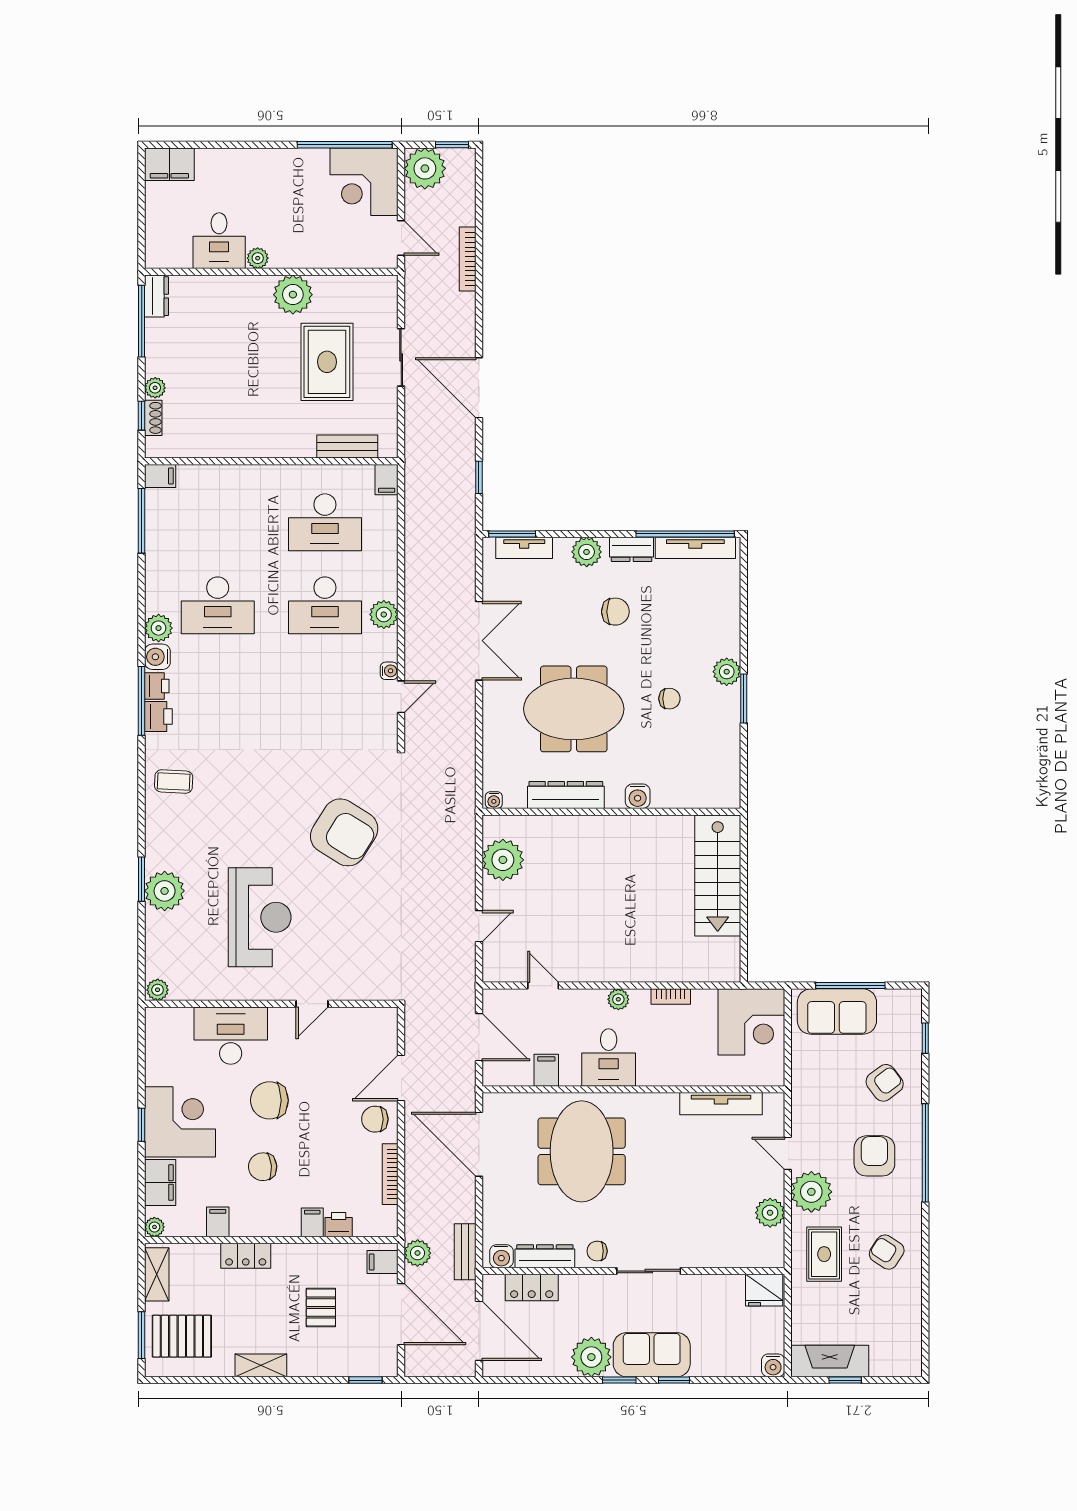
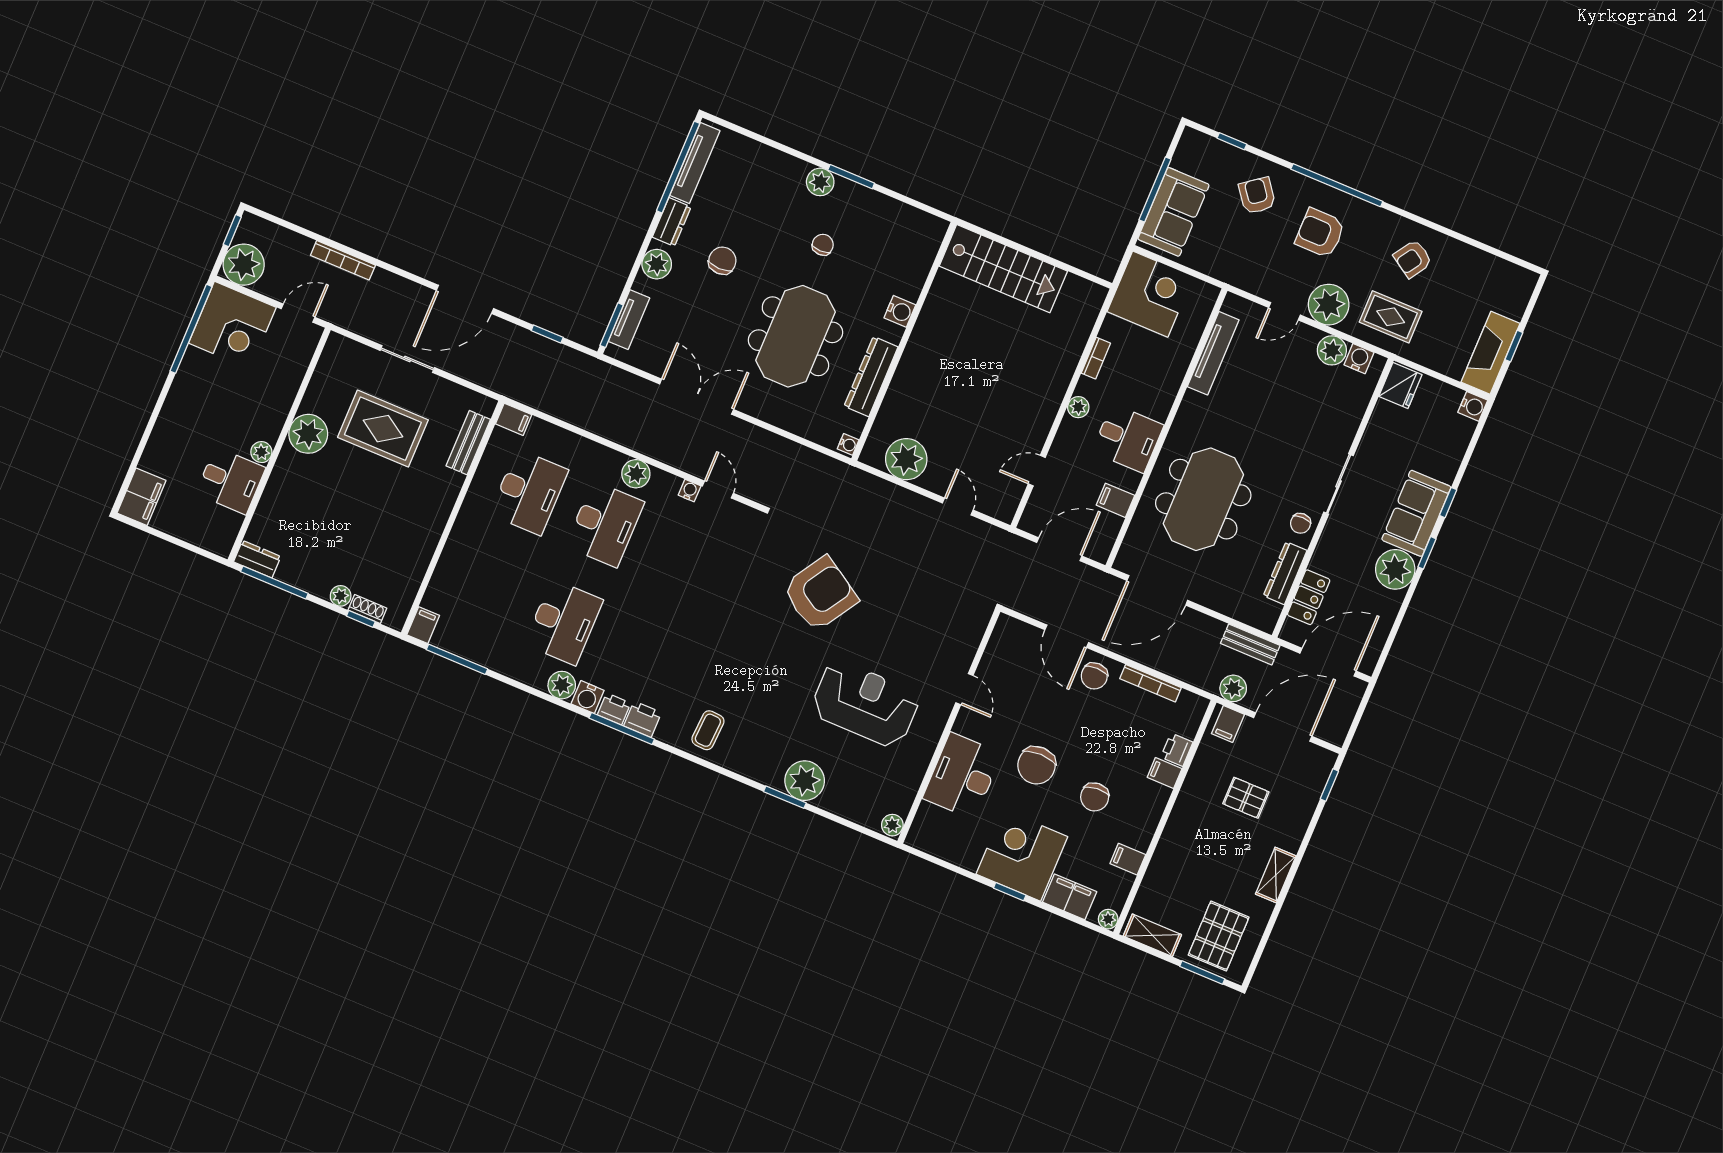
meeting table: (582, 1151) -> (1203, 499), turned 90
locker: (246, 1256) -> (1170, 847), removed
water cooler: (501, 1256) -> (1359, 359), moved, turned -90

